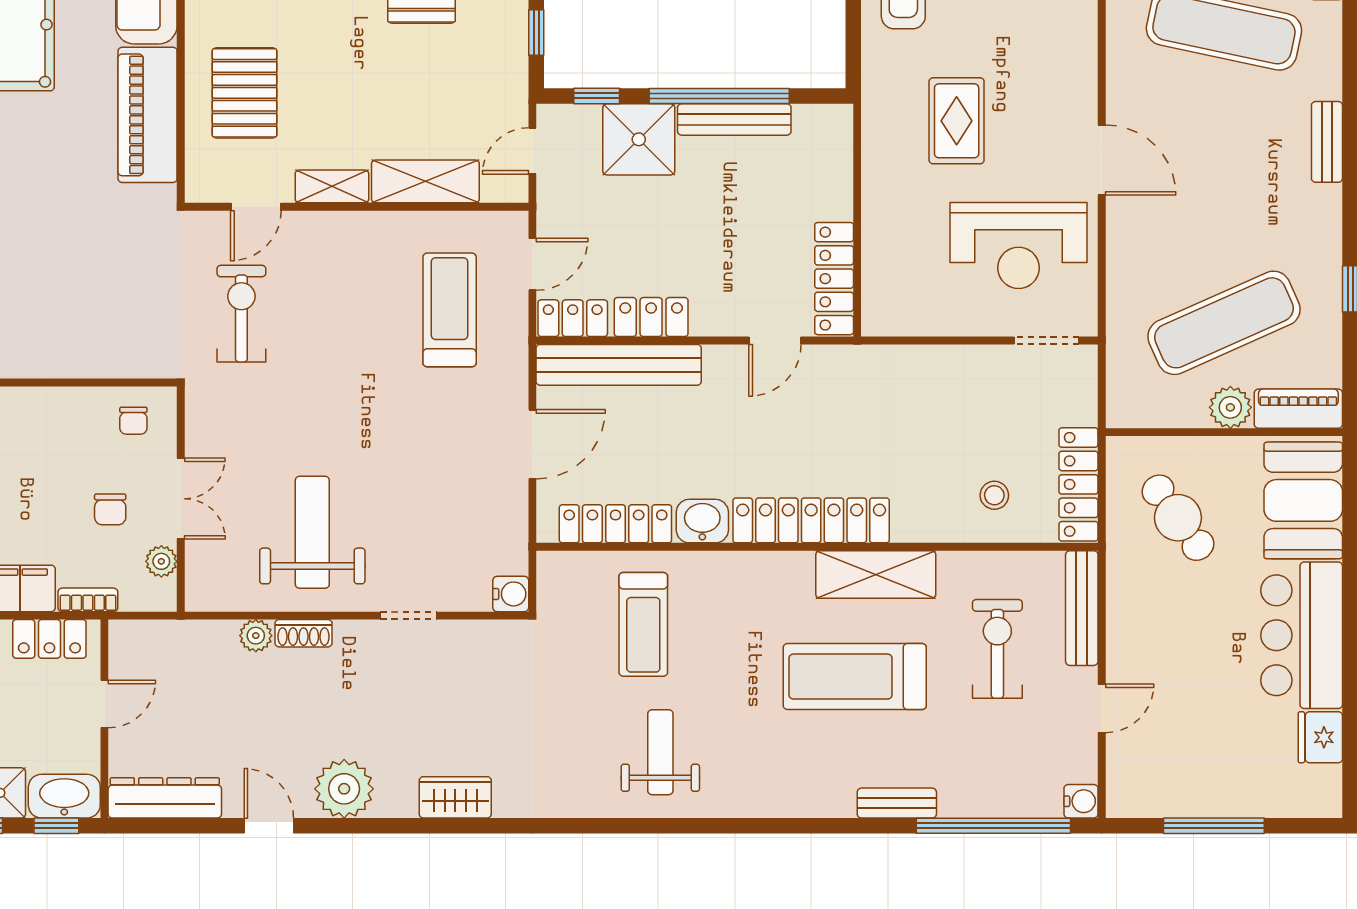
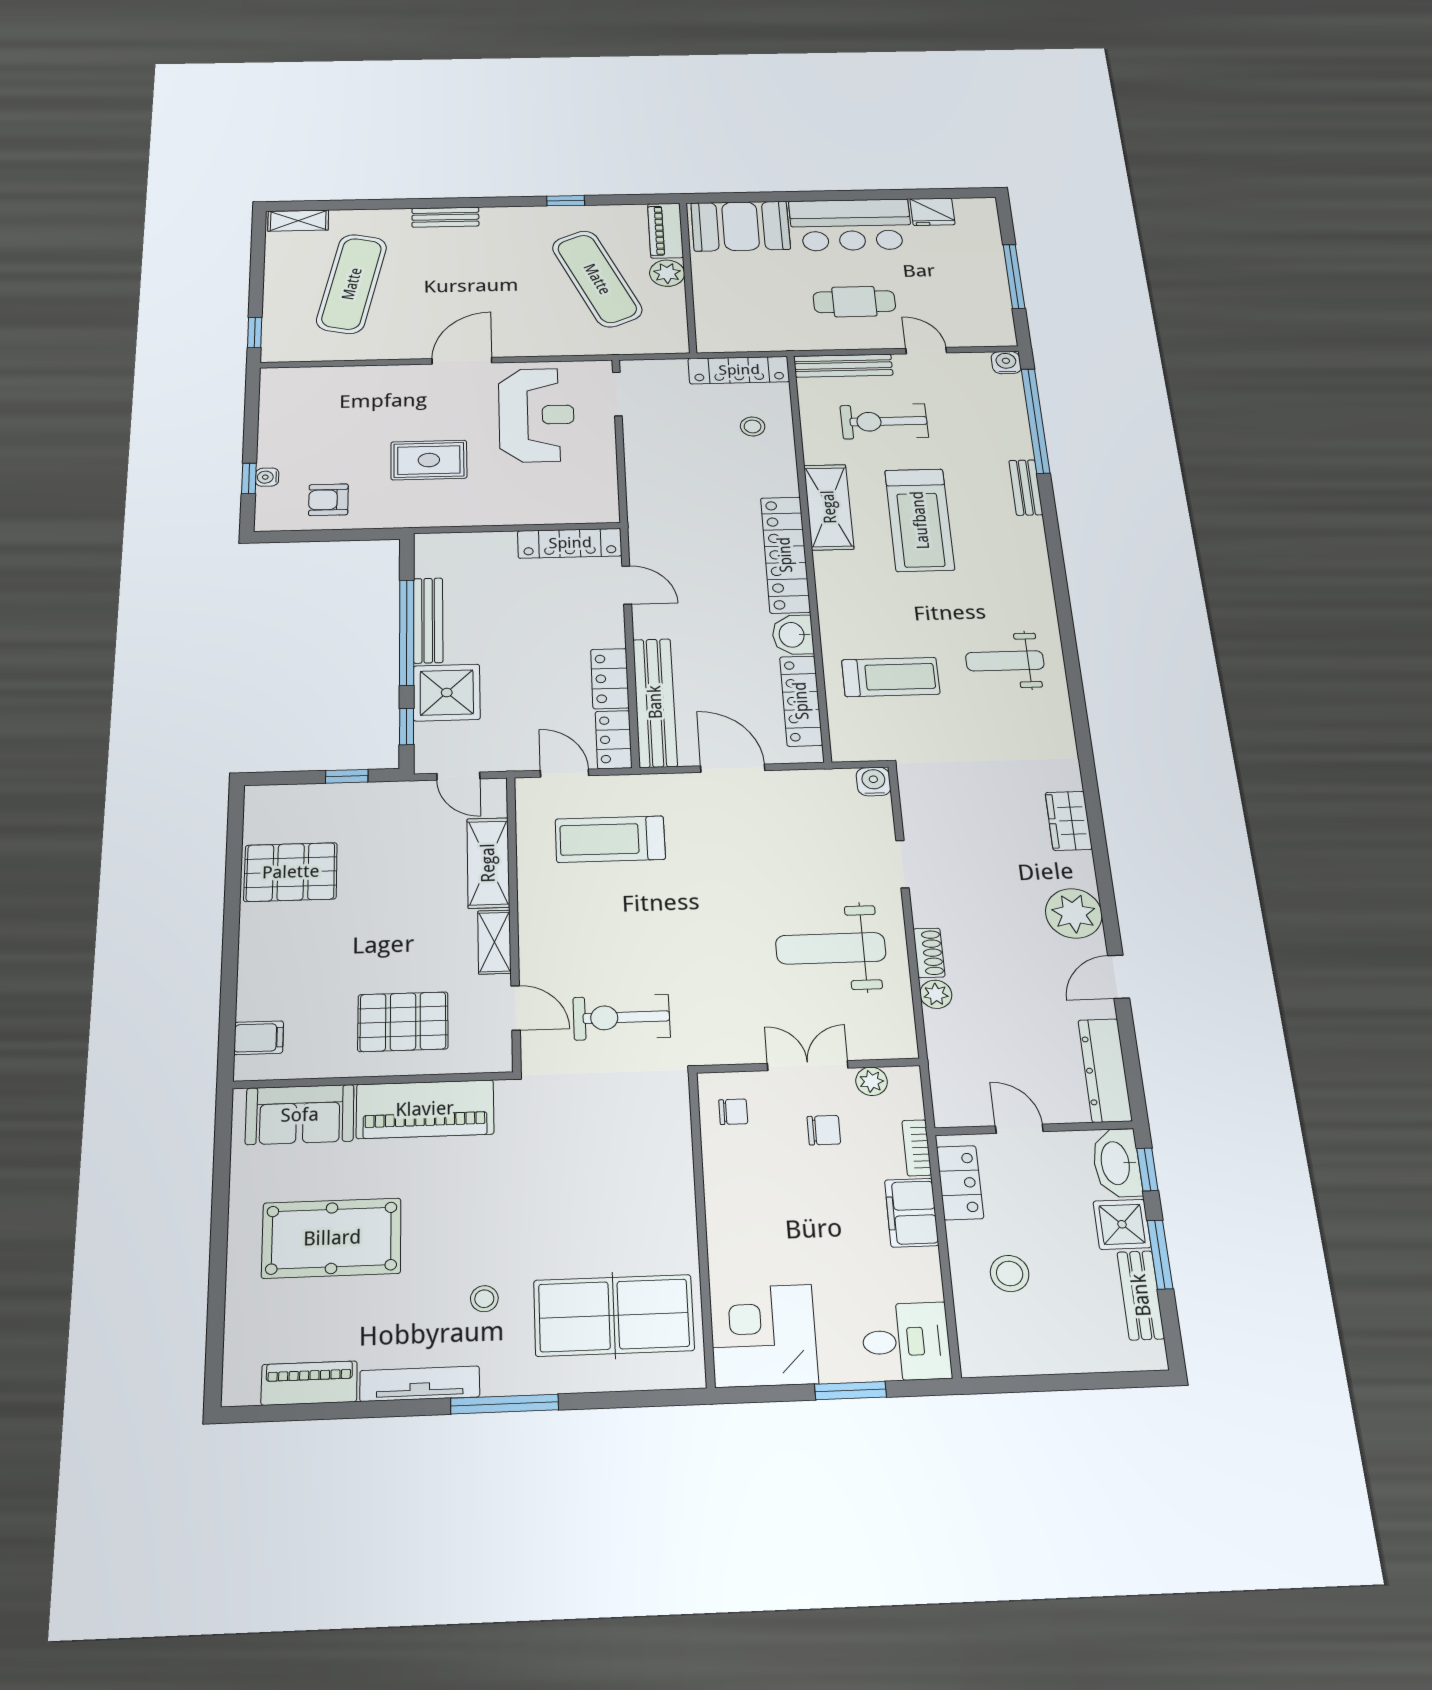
cafe table: (1178, 518) -> (854, 302), moved, turned 36

